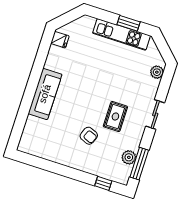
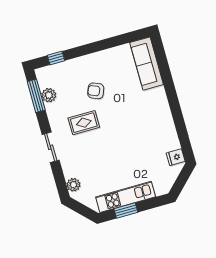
sofa: (45, 94) -> (147, 64), moved
rug: (115, 117) -> (84, 123), turned 90

